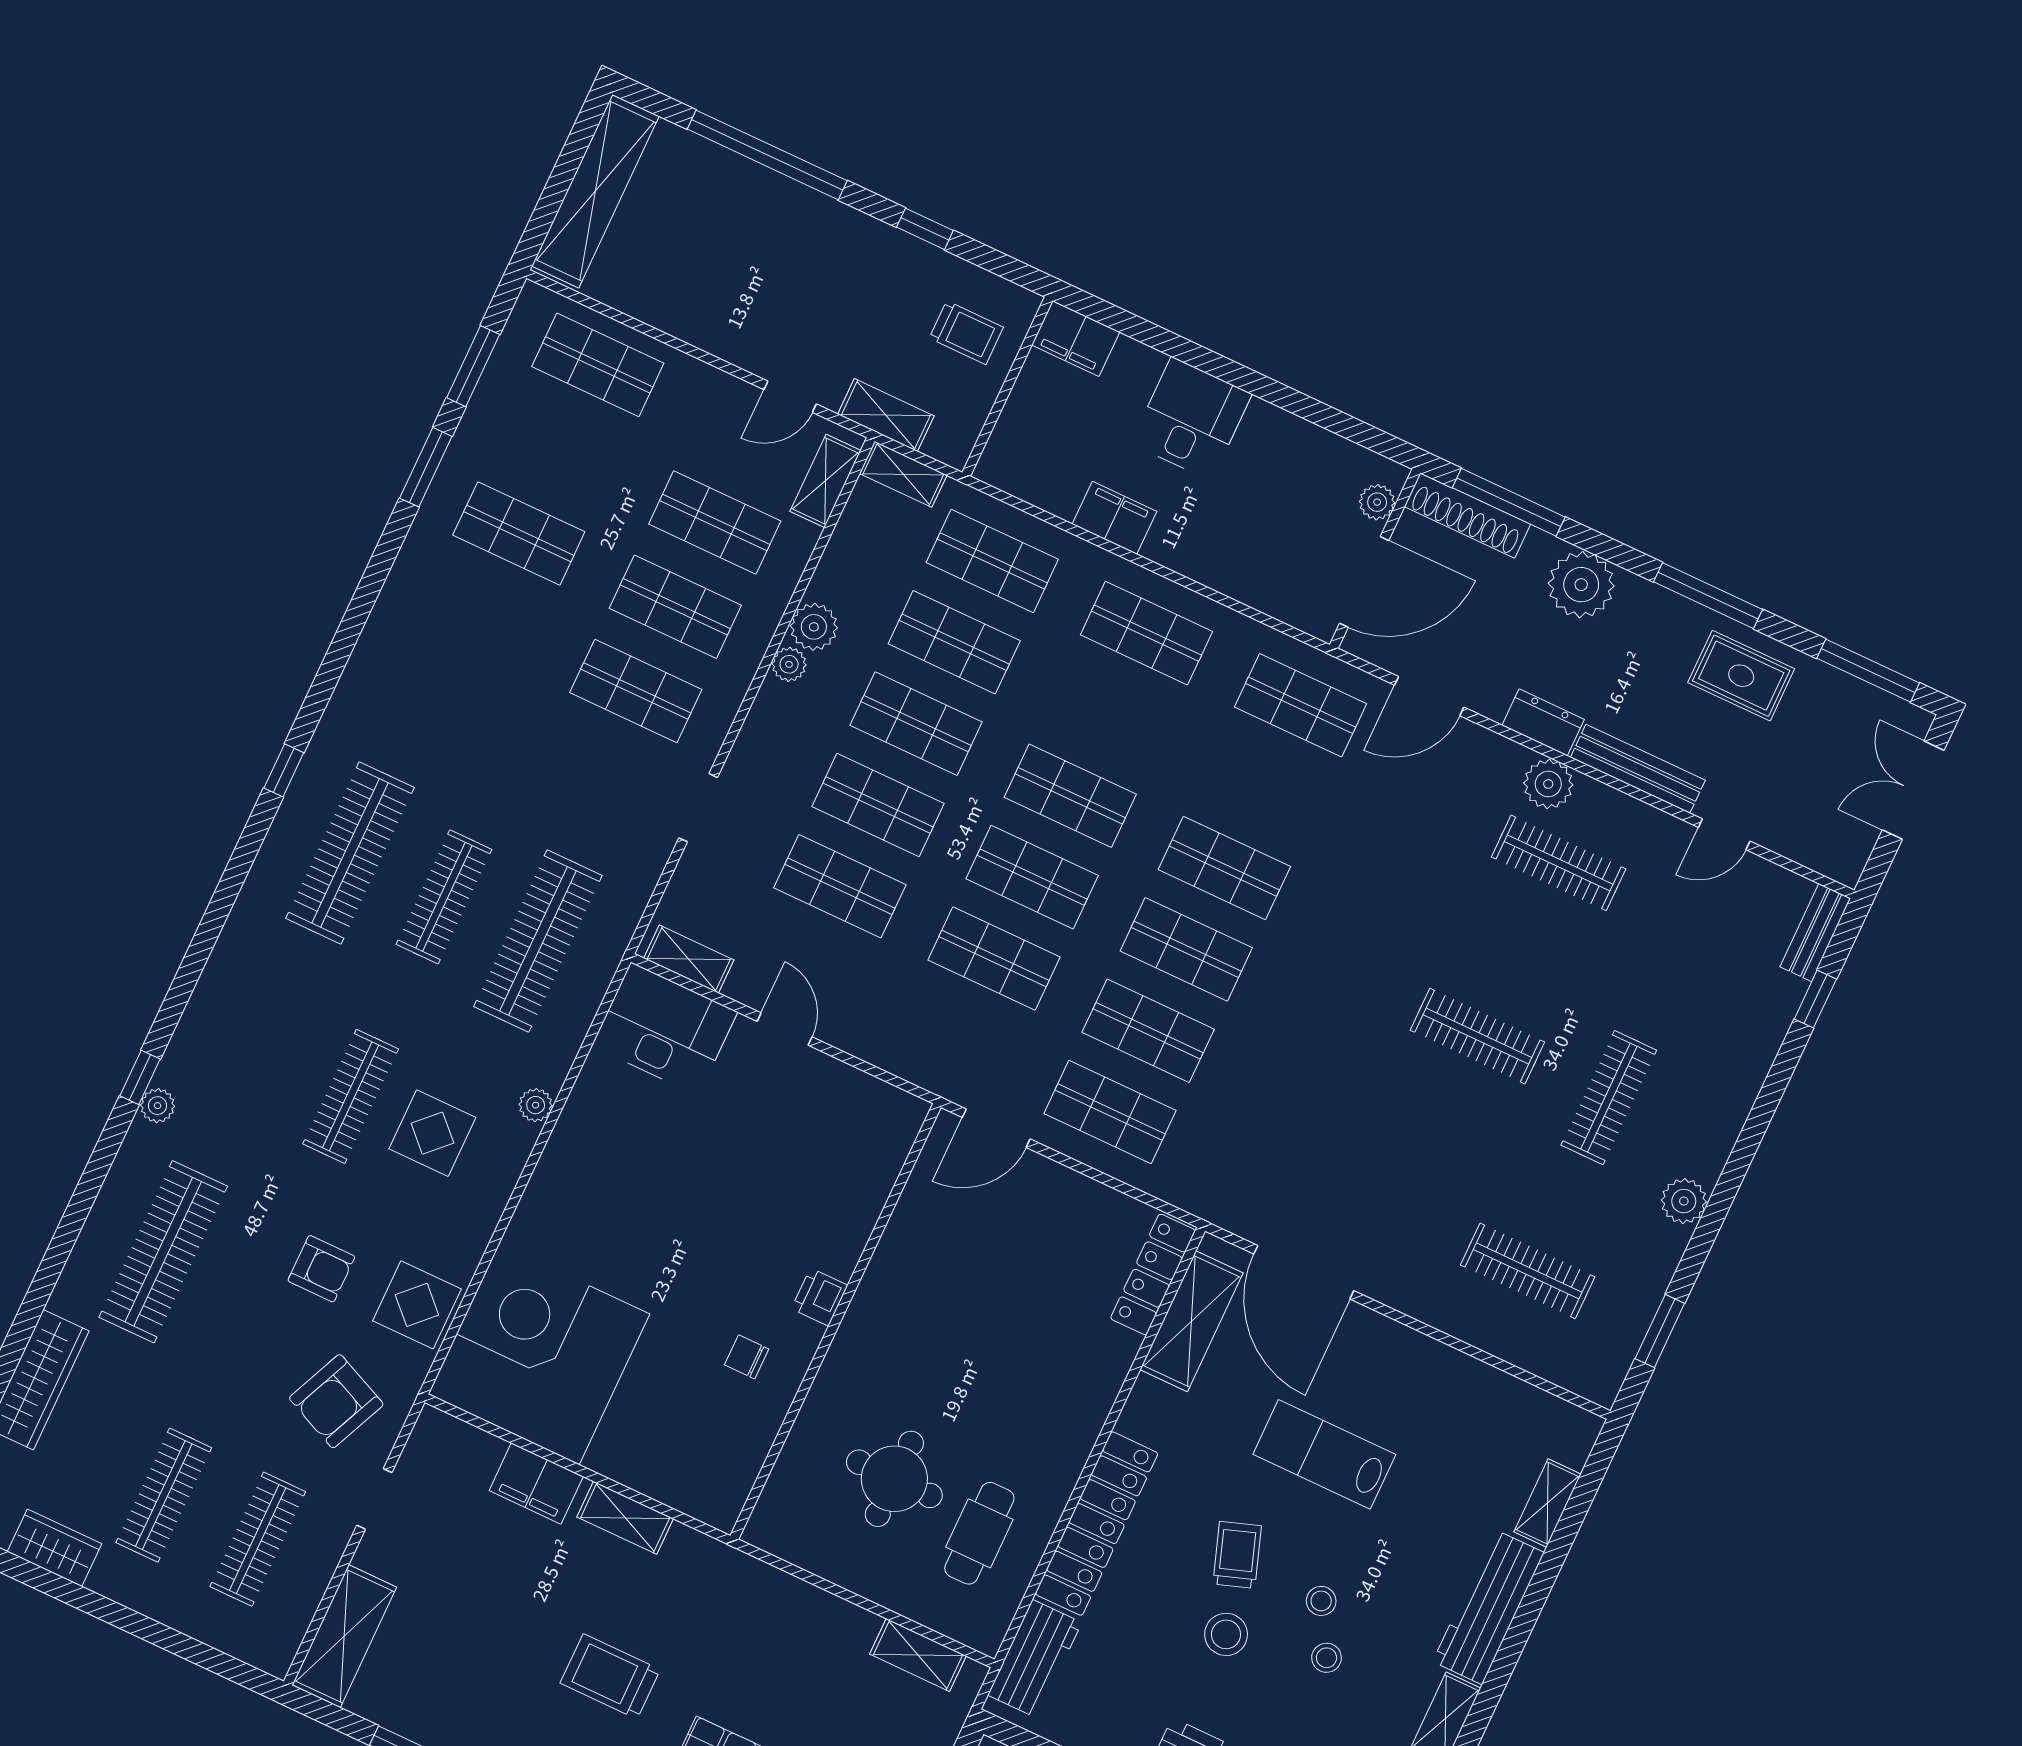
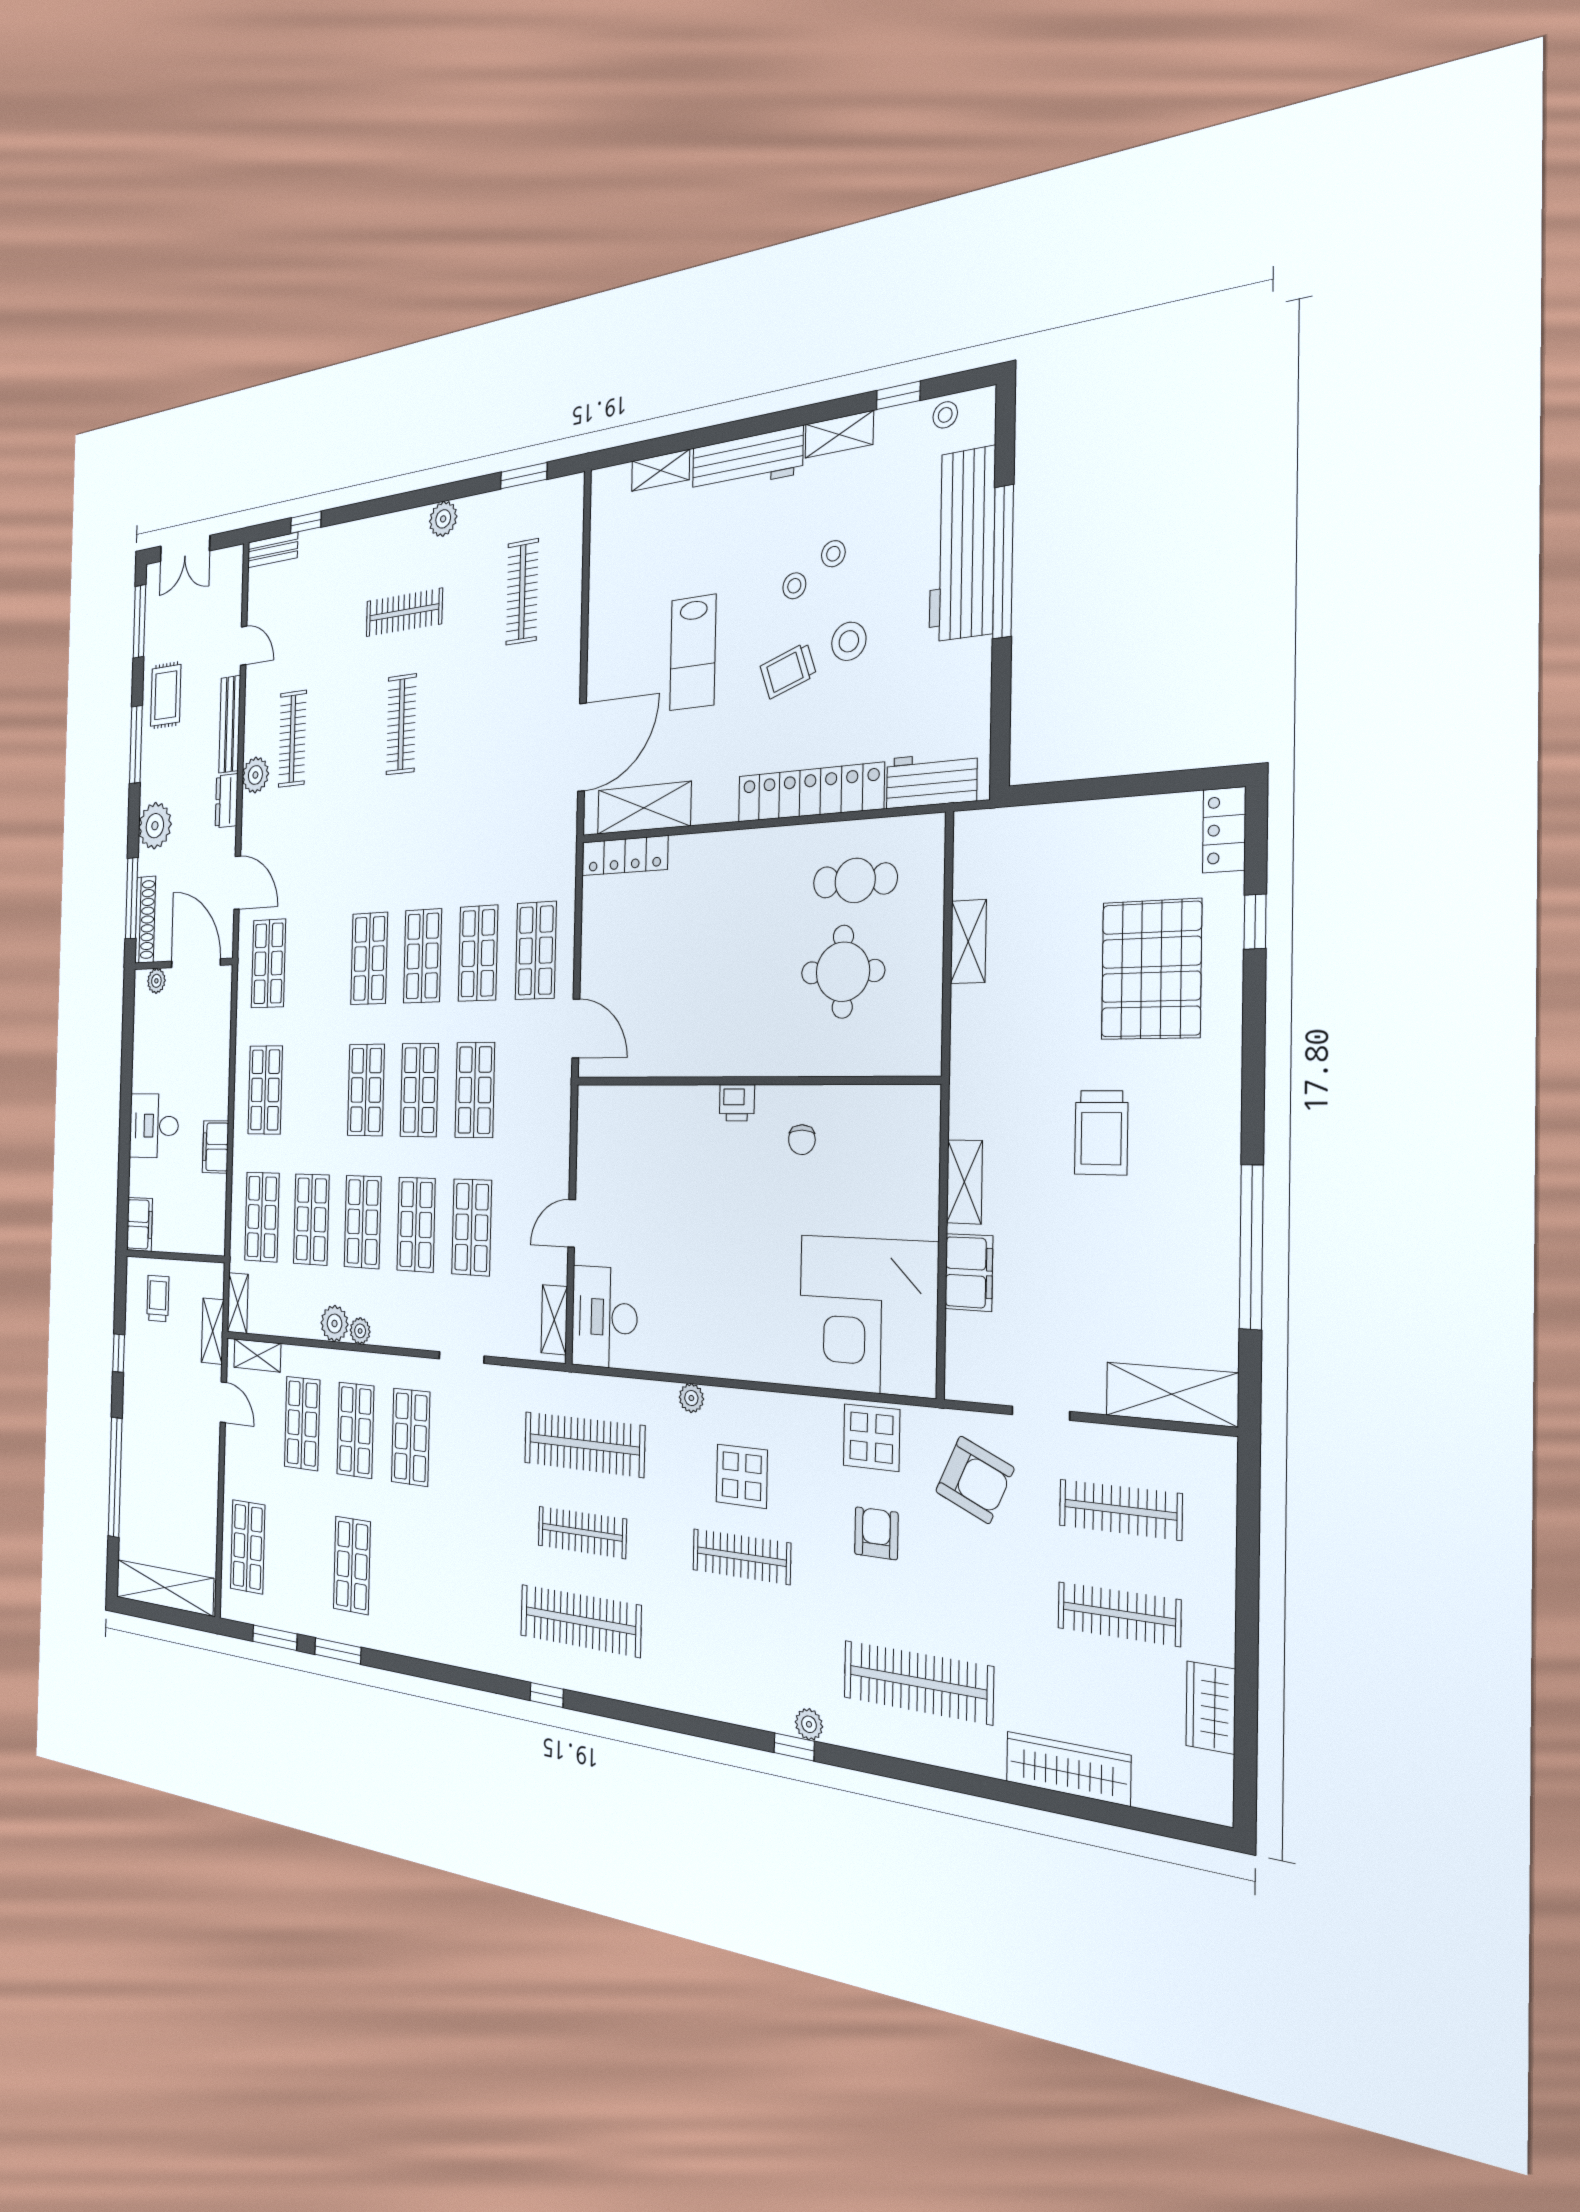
shelving: (918, 1655) -> (968, 942), moved

